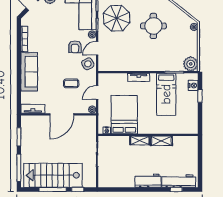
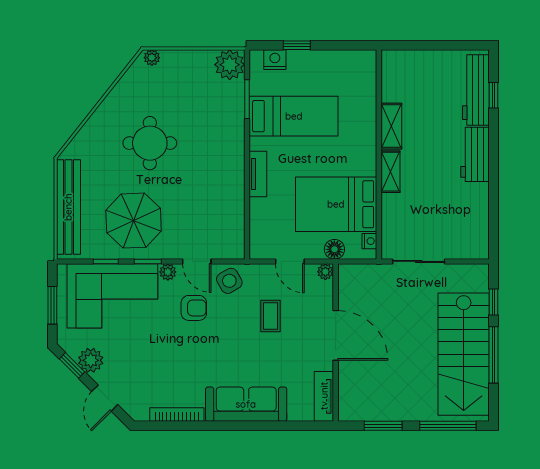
floor lamp: (103, 114) -> (334, 249), added

